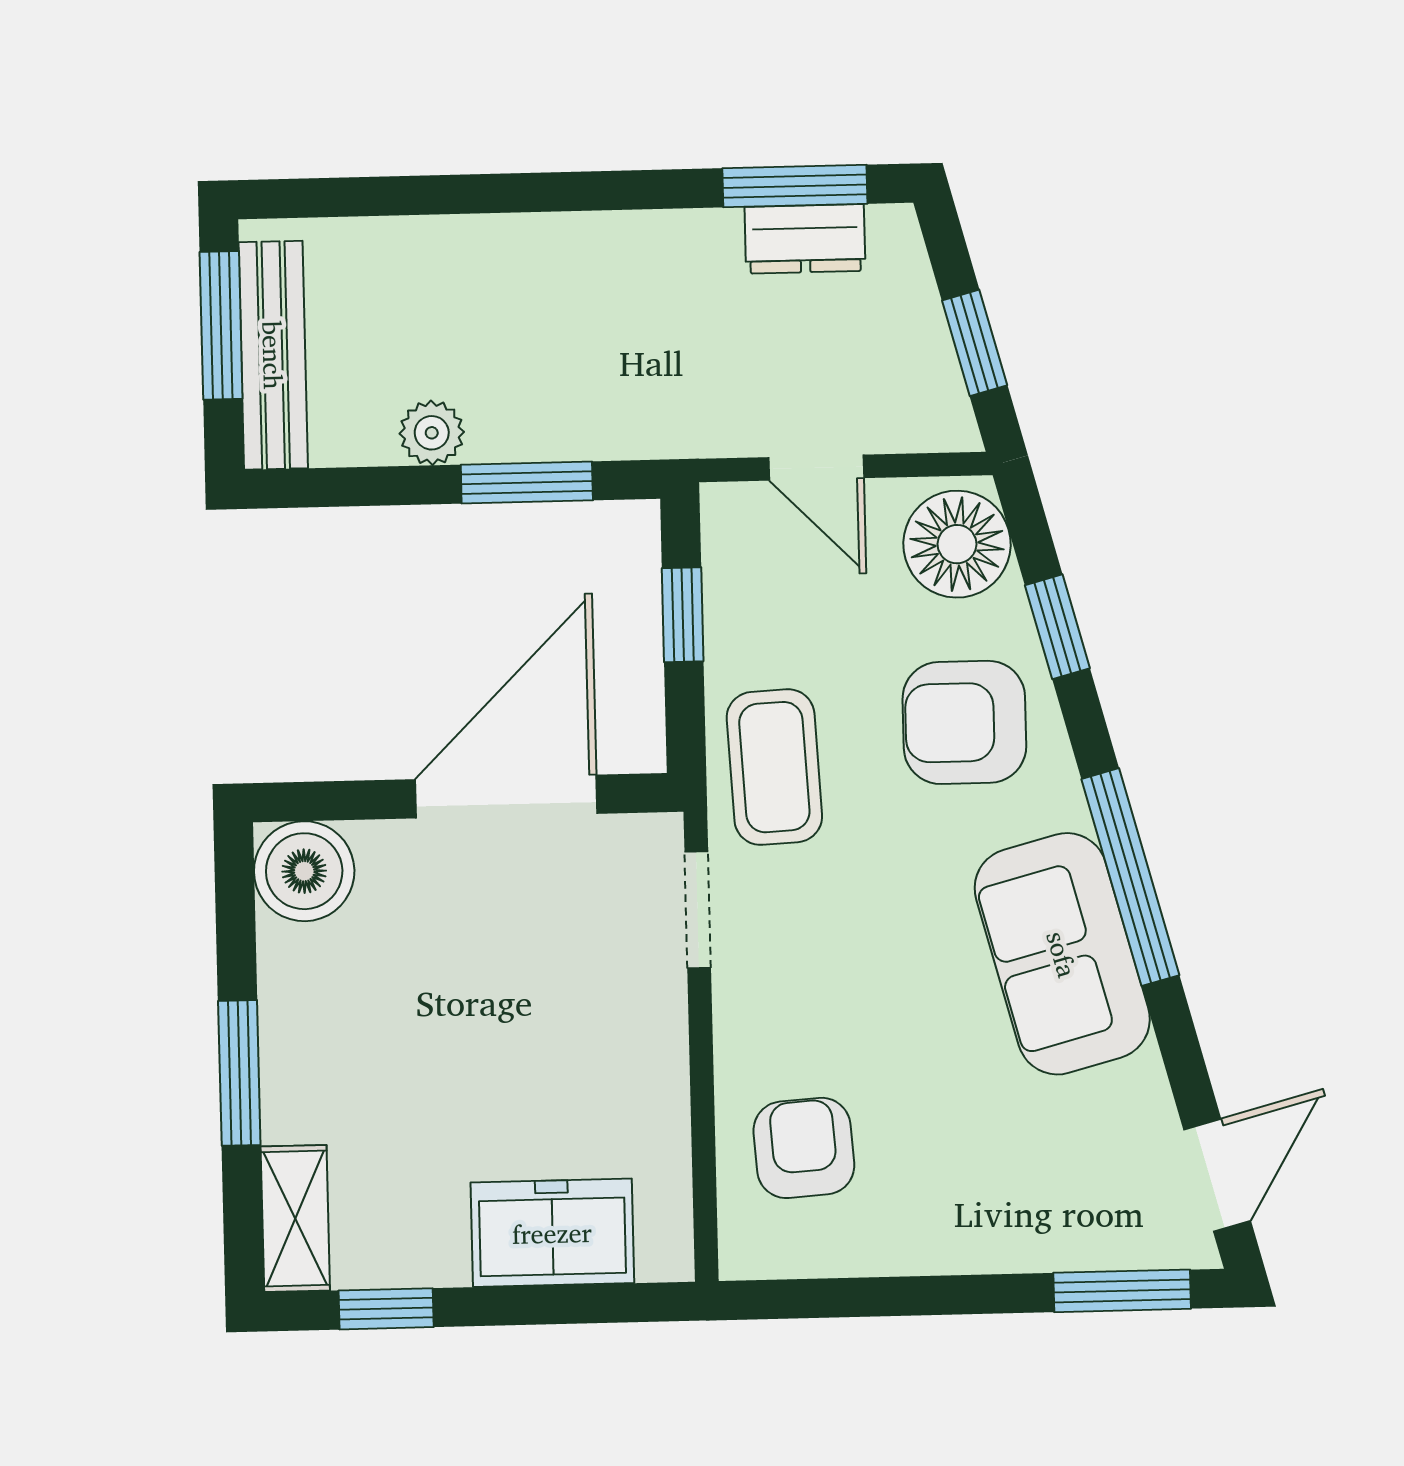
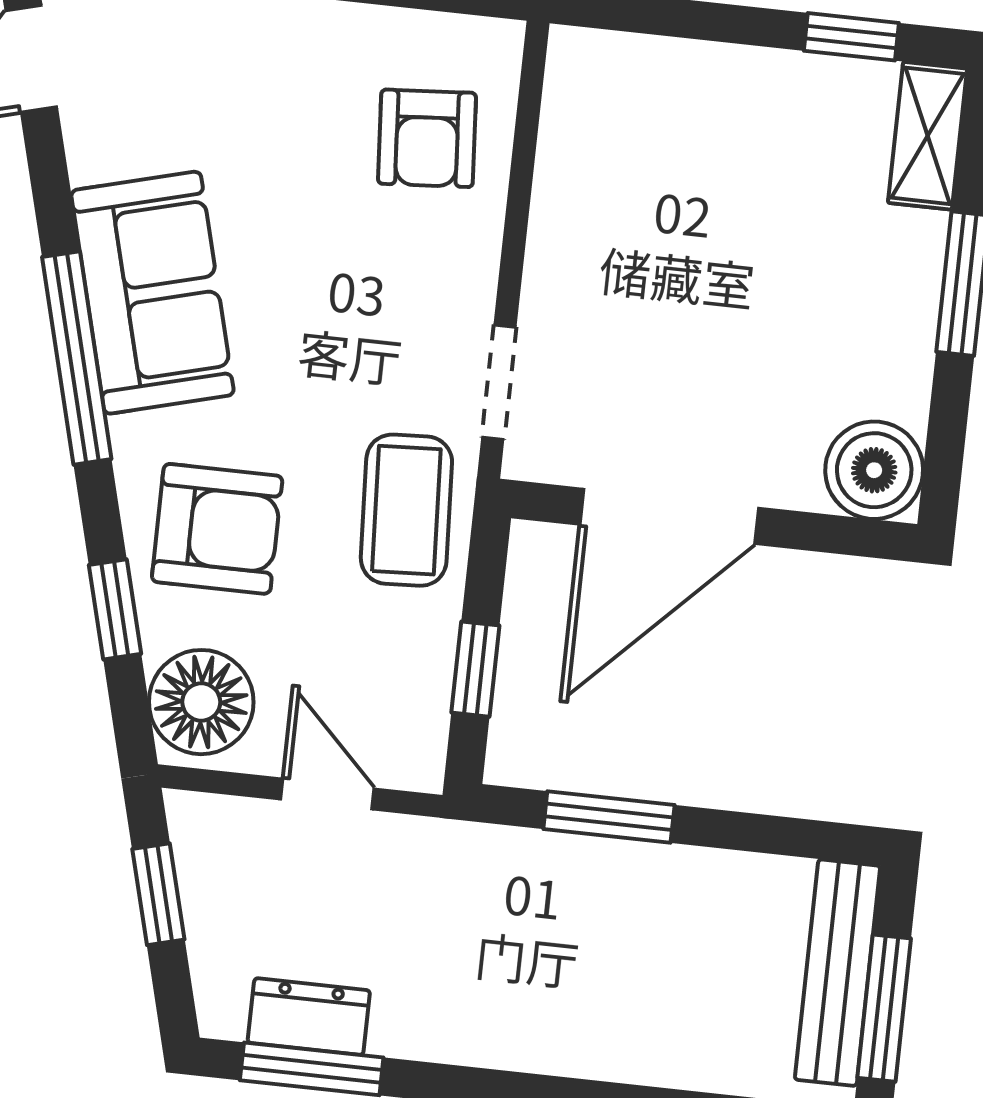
plant: (432, 433) -> (694, 877), removed
freezer: (552, 1233) -> (681, 89), removed

